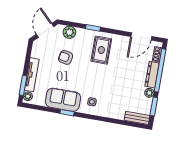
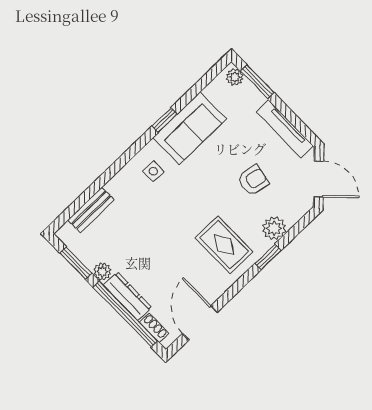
plant: (69, 32) -> (274, 228), moved
tv unit: (32, 75) -> (285, 129), moved
bench: (137, 118) -> (91, 210), moved

